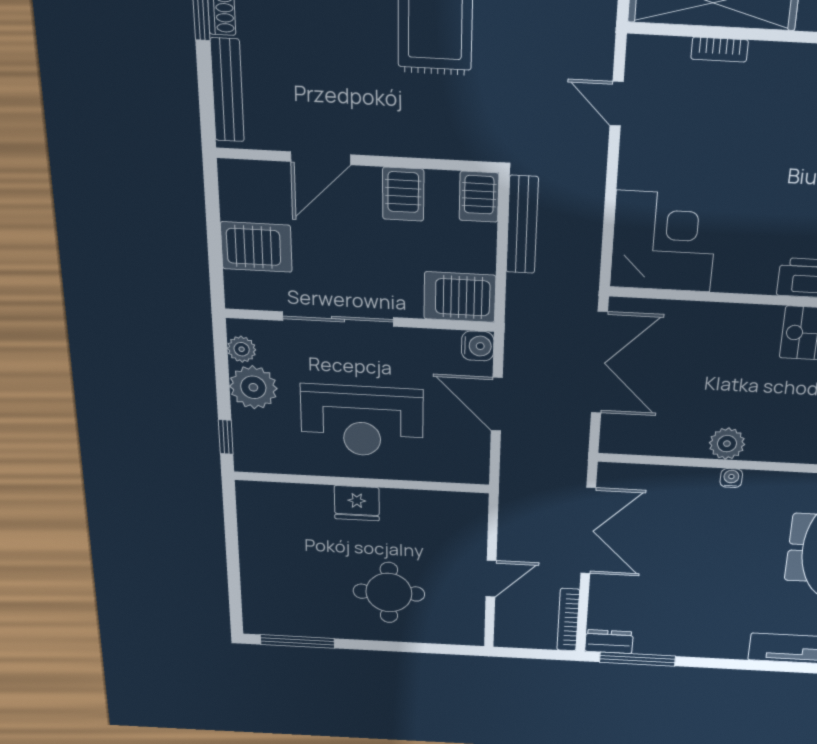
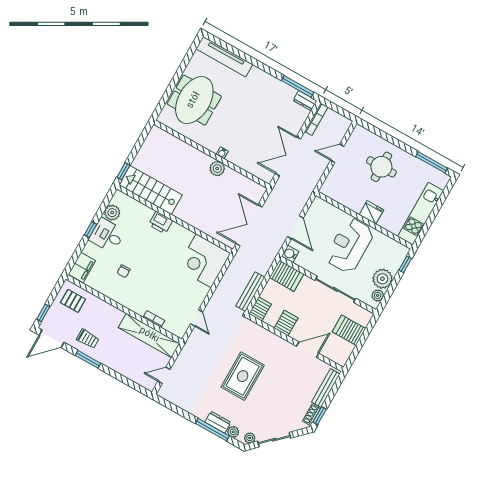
reception desk: (362, 421) -> (350, 245), turned -90
kitchen unit: (258, 544) -> (421, 214), added

